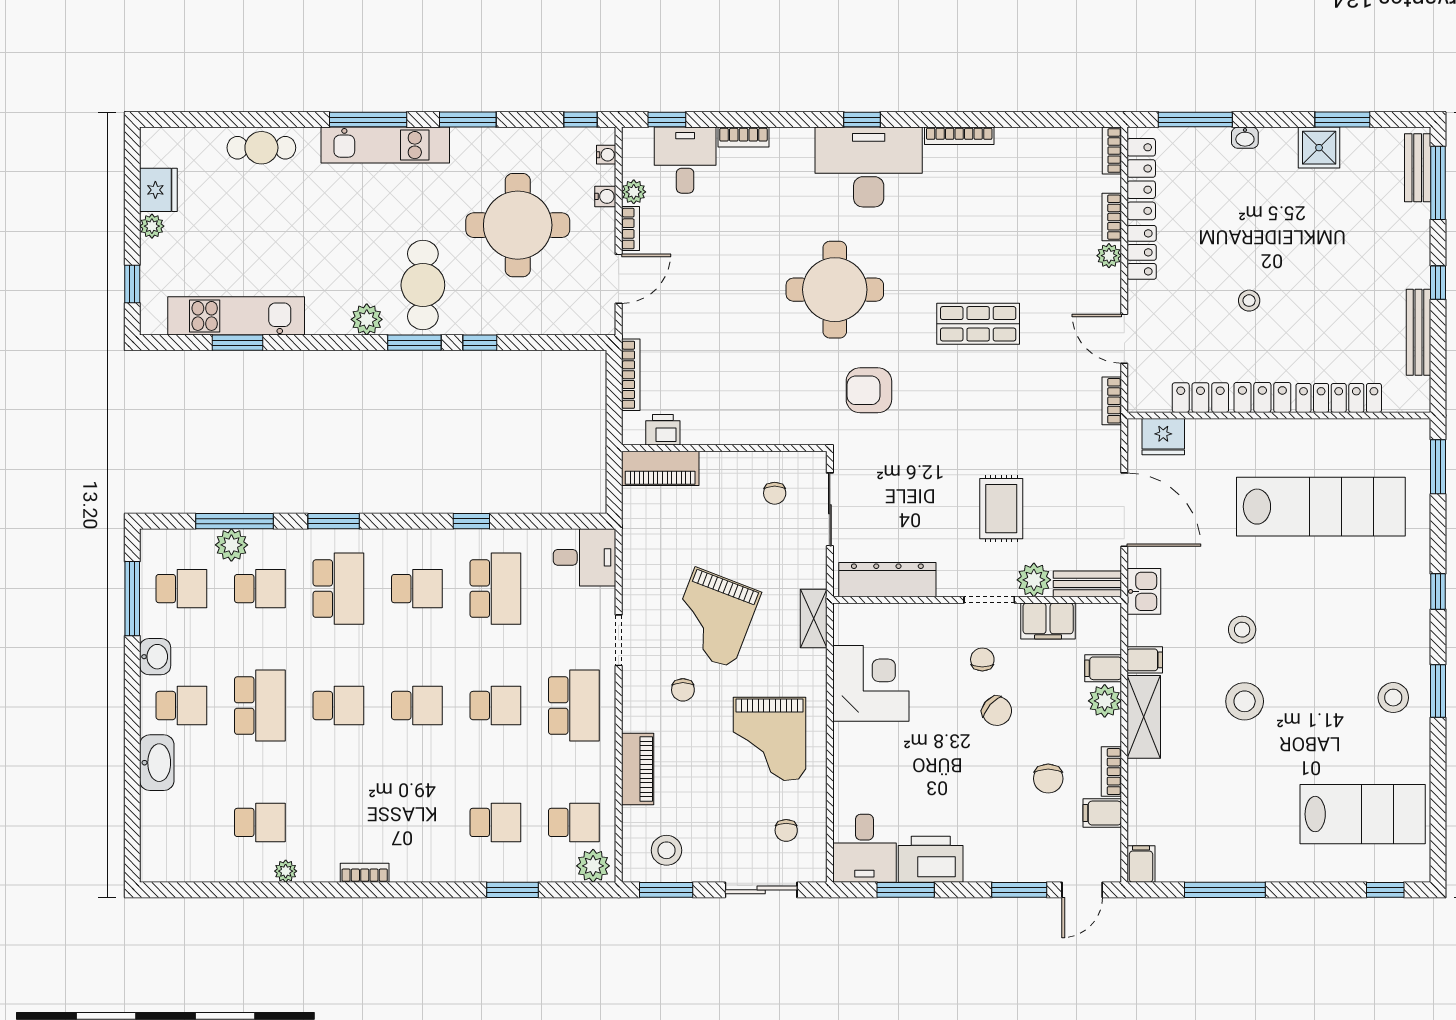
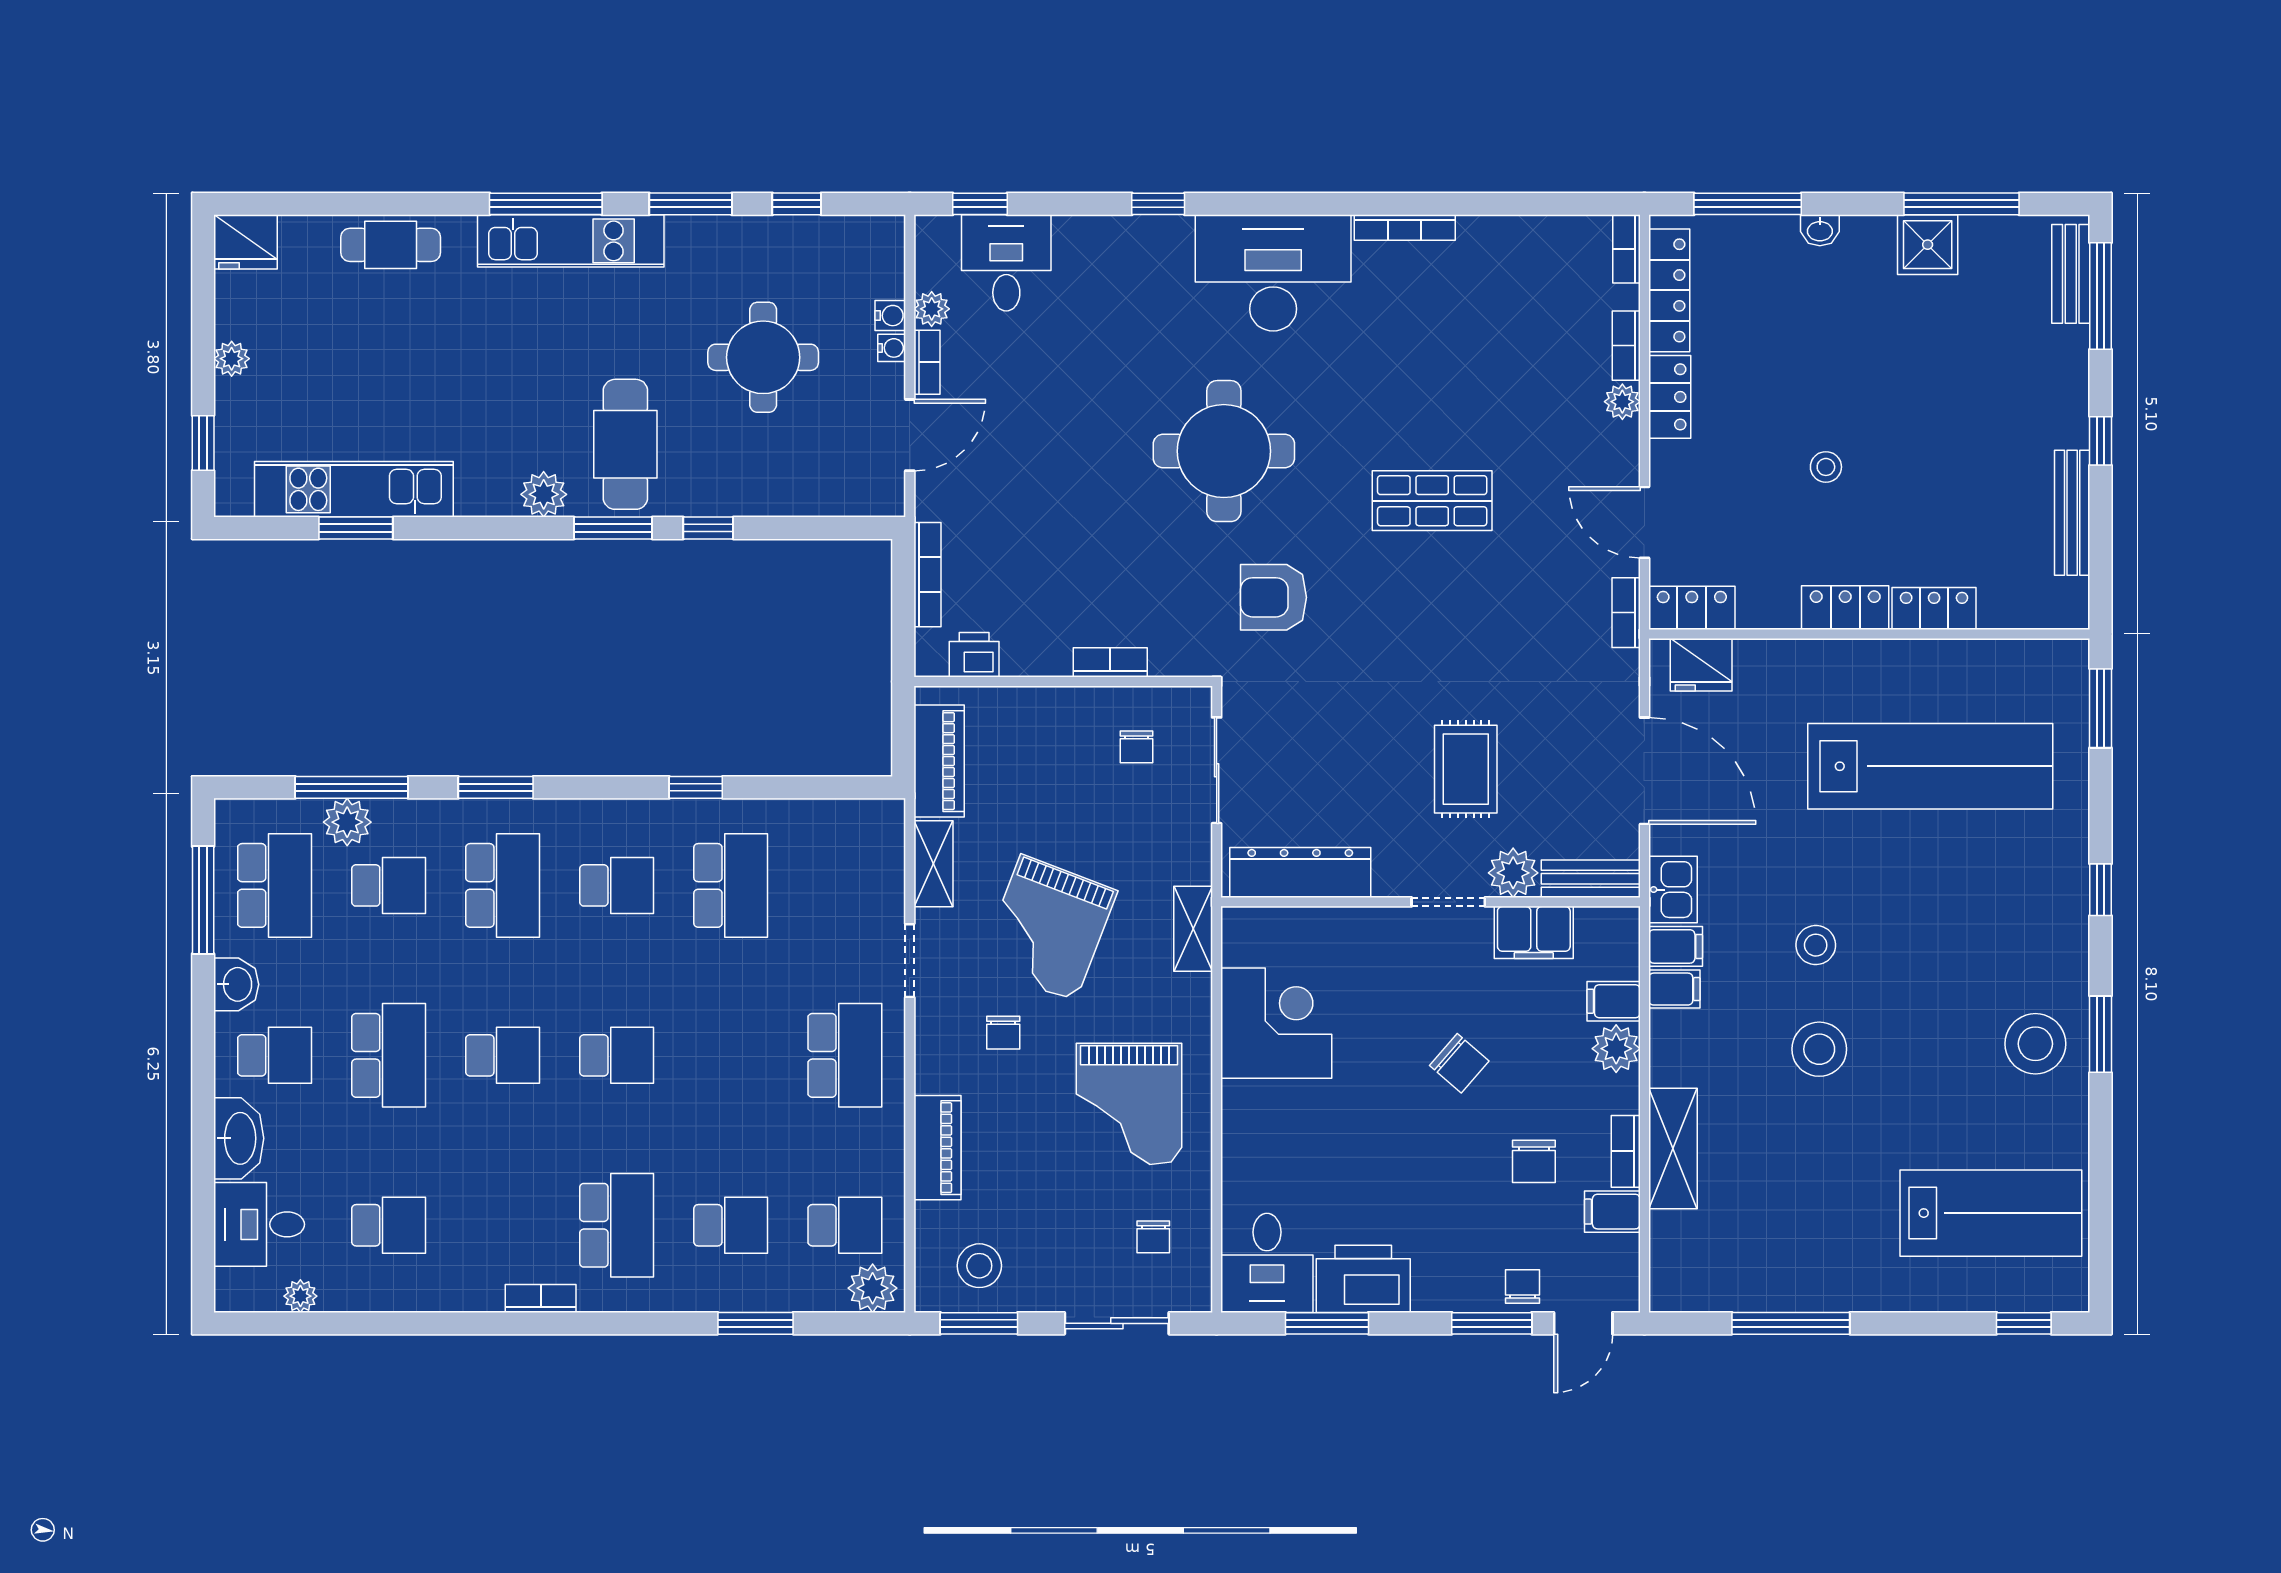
window: (581, 120) -> (797, 204), moved
window: (862, 120) -> (1158, 204), moved
window: (1342, 120) -> (1961, 204), width x1.44
bookcase: (743, 137) -> (1110, 662), moved, turned 180
water cooler: (606, 155) -> (892, 348), moved
fridge: (158, 190) -> (245, 242), moved, turned 90
round table: (518, 225) -> (763, 357), width x0.73, depth x0.73
locker: (1200, 398) -> (1692, 608), moved
locker: (1339, 398) -> (1934, 608), width x0.66
piano: (660, 468) -> (939, 761), moved, turned -90
desk: (585, 557) -> (259, 1224), moved, turned 180
shelving: (635, 574) -> (933, 864), added
school desk: (181, 589) -> (275, 885), width x1.85
chair: (982, 659) -> (1523, 1286), moved
stool: (1393, 698) -> (2035, 1044), width x1.38, depth x1.38
school desk: (495, 706) -> (617, 1225), moved, width x1.85
shelving: (1144, 717) -> (1673, 1149), moved
filing cabinet: (1141, 864) -> (1676, 946), moved, turned 90
plant: (286, 871) -> (300, 1296), moved

